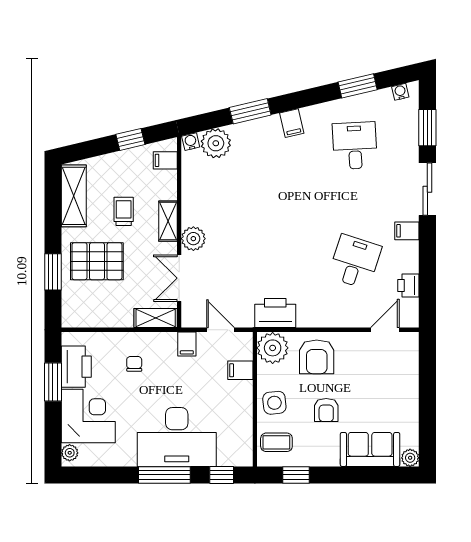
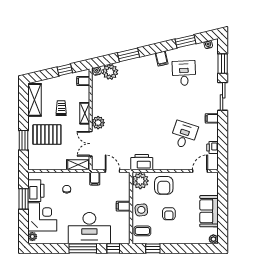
filing cabinet: (292, 123) -> (162, 59), moved
filing cabinet: (240, 370) -> (123, 206), moved
sofa: (370, 449) -> (209, 211), moved, turned -90

